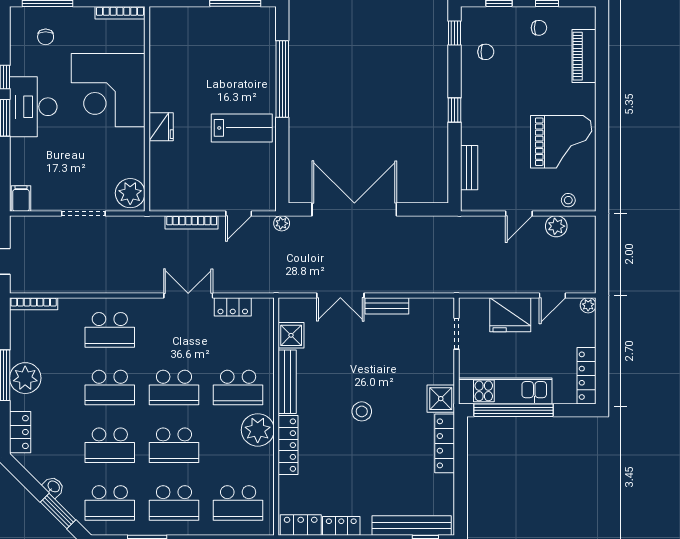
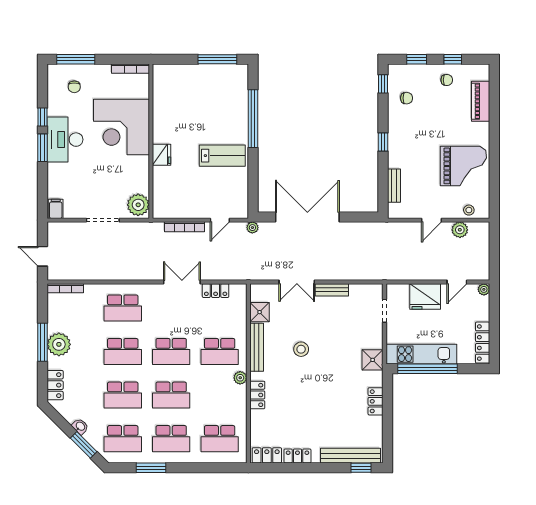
stool: (362, 411) -> (301, 349), moved
plant: (258, 430) -> (240, 378), width x0.53, depth x0.53
locker: (445, 443) -> (376, 401), width x0.66
locker: (288, 445) -> (257, 395), width x0.66

